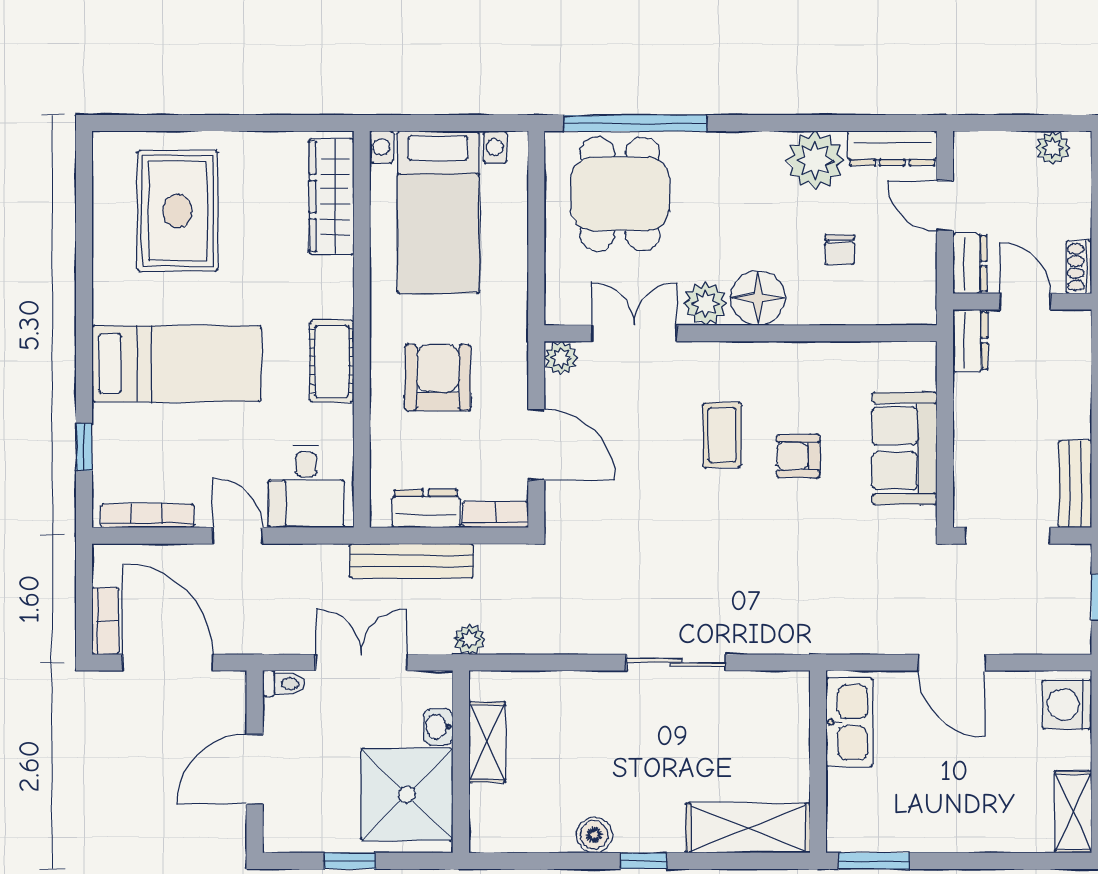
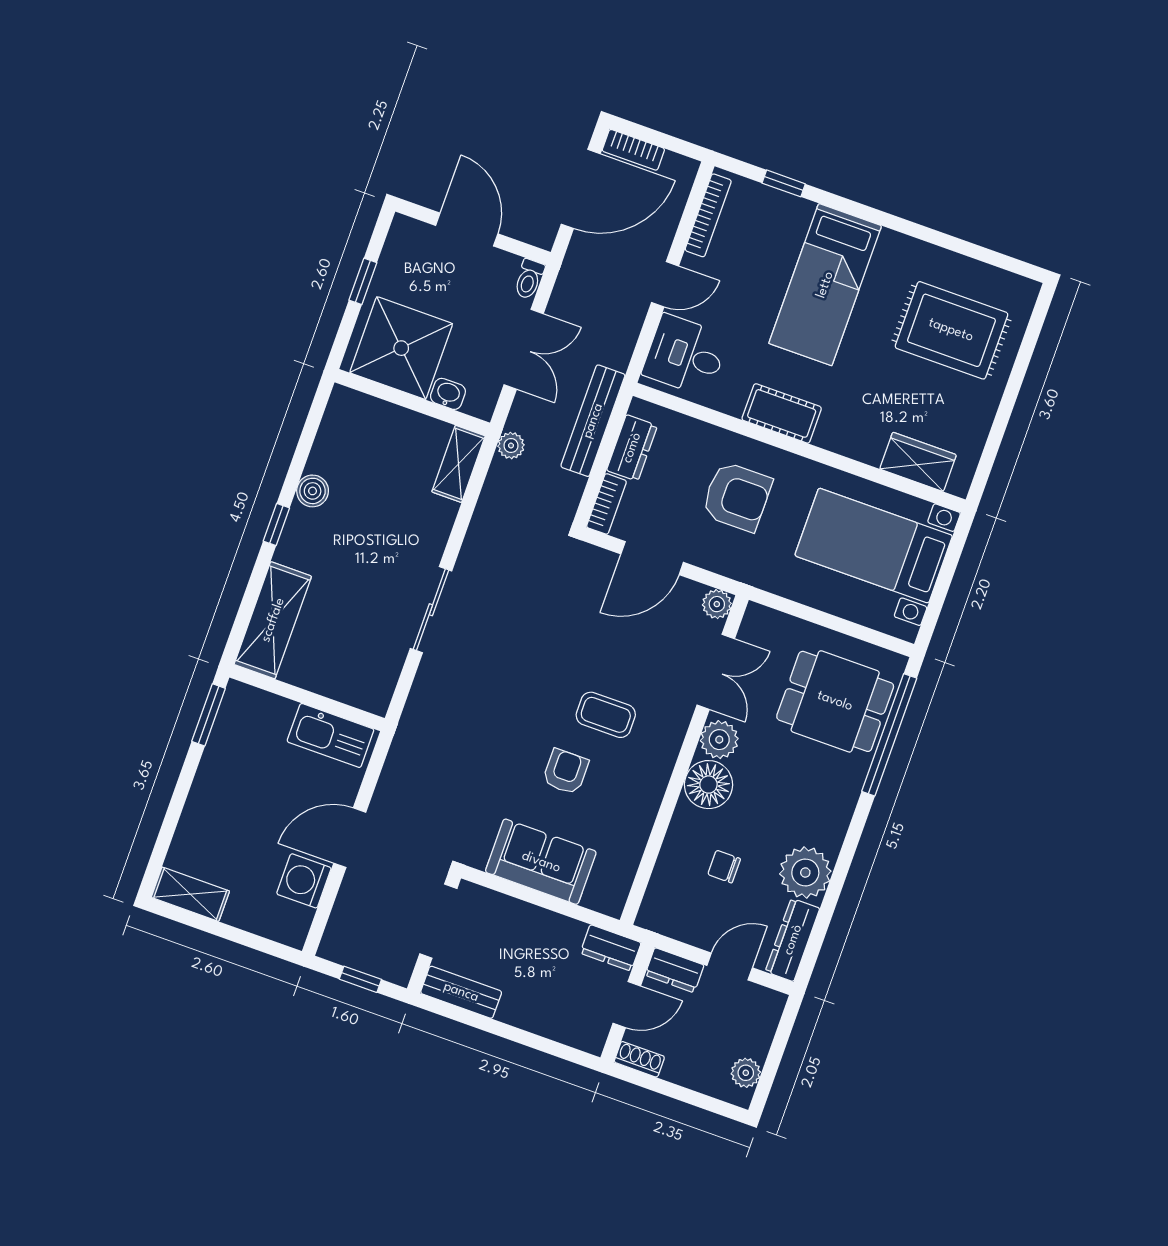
wardrobe: (331, 196) -> (918, 462), width x0.67
washing machine: (1067, 705) -> (304, 881), moved, turned -90
shelving: (487, 742) -> (459, 464), moved, turned 90

